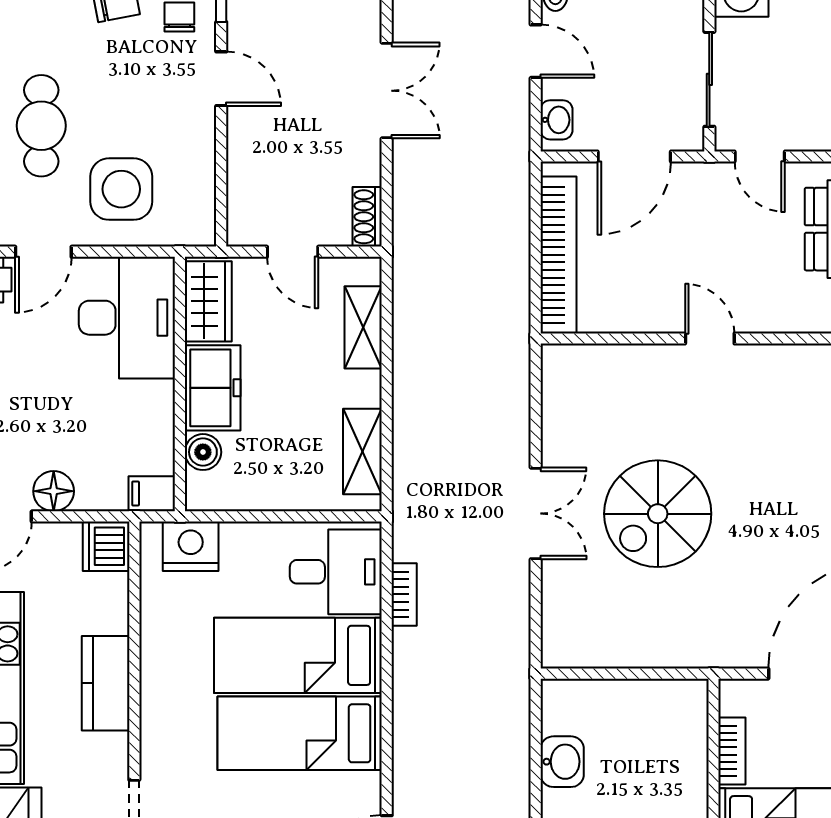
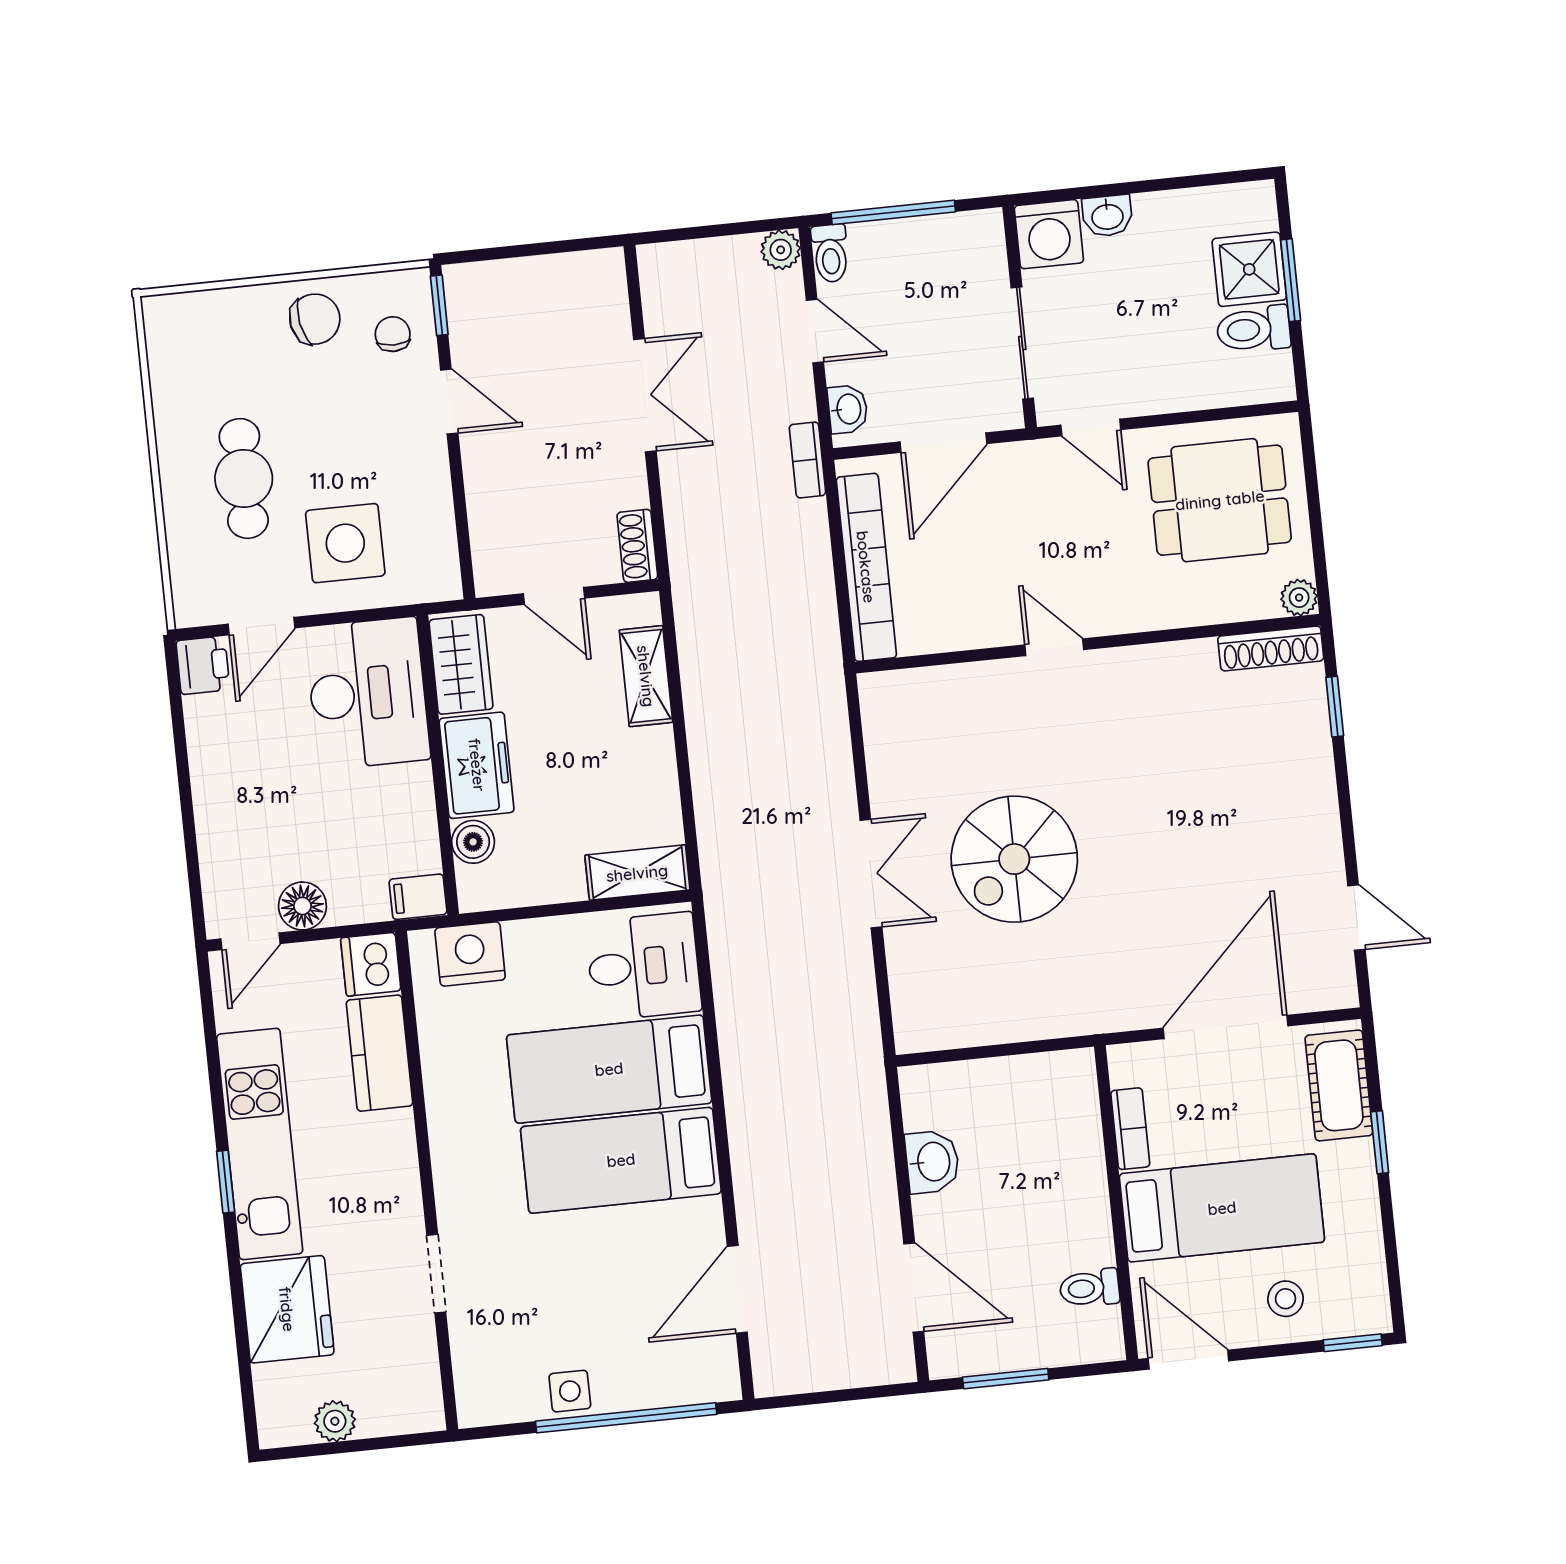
shelving: (362, 452) -> (637, 873), moved, turned 90
bookcase: (404, 594) -> (807, 460), moved, turned 180
kitchen counter: (106, 683) -> (379, 1053), moved

